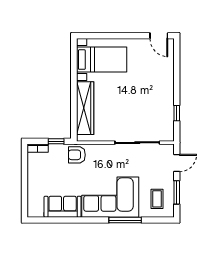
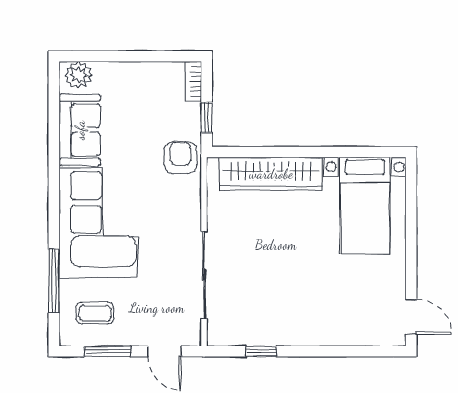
door: (159, 36) -> (411, 317), swing flipped
plant: (34, 207) -> (78, 75), added
window: (125, 220) -> (54, 281), moved

